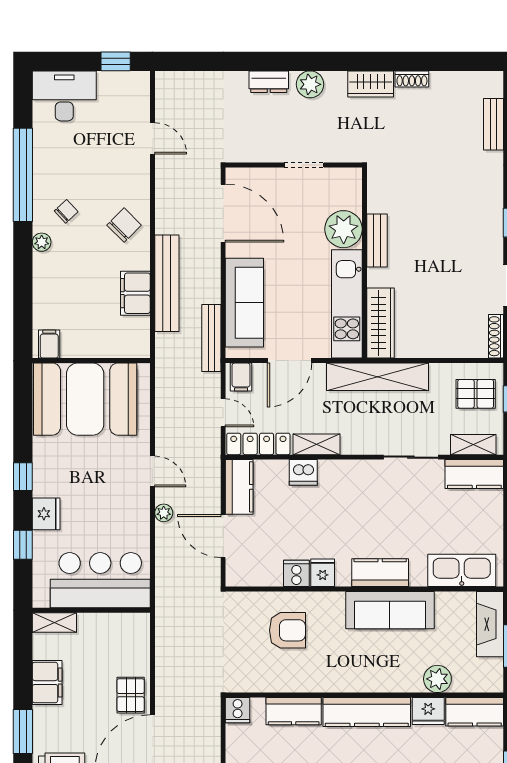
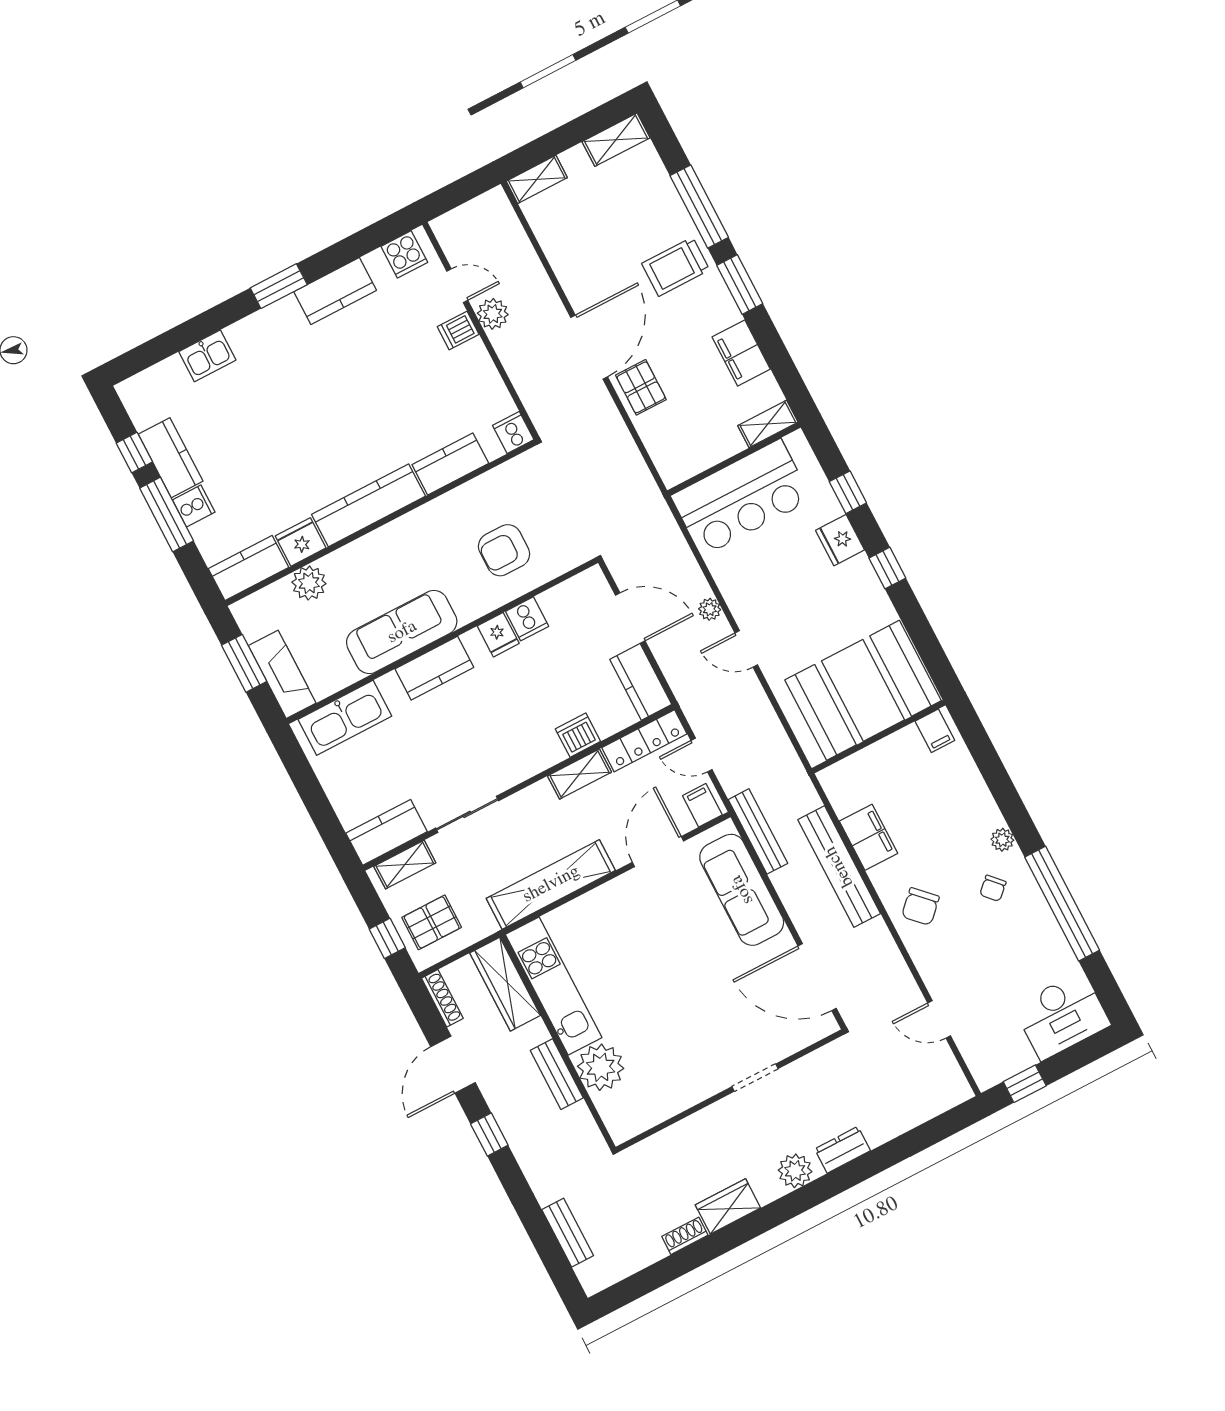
plant: (344, 229) -> (601, 1067), moved
bench: (377, 240) -> (557, 1074), moved
wall: (364, 263) -> (558, 1042), moved
kitchen unit: (347, 304) -> (554, 986), moved
wardrobe: (380, 323) -> (505, 984), moved

